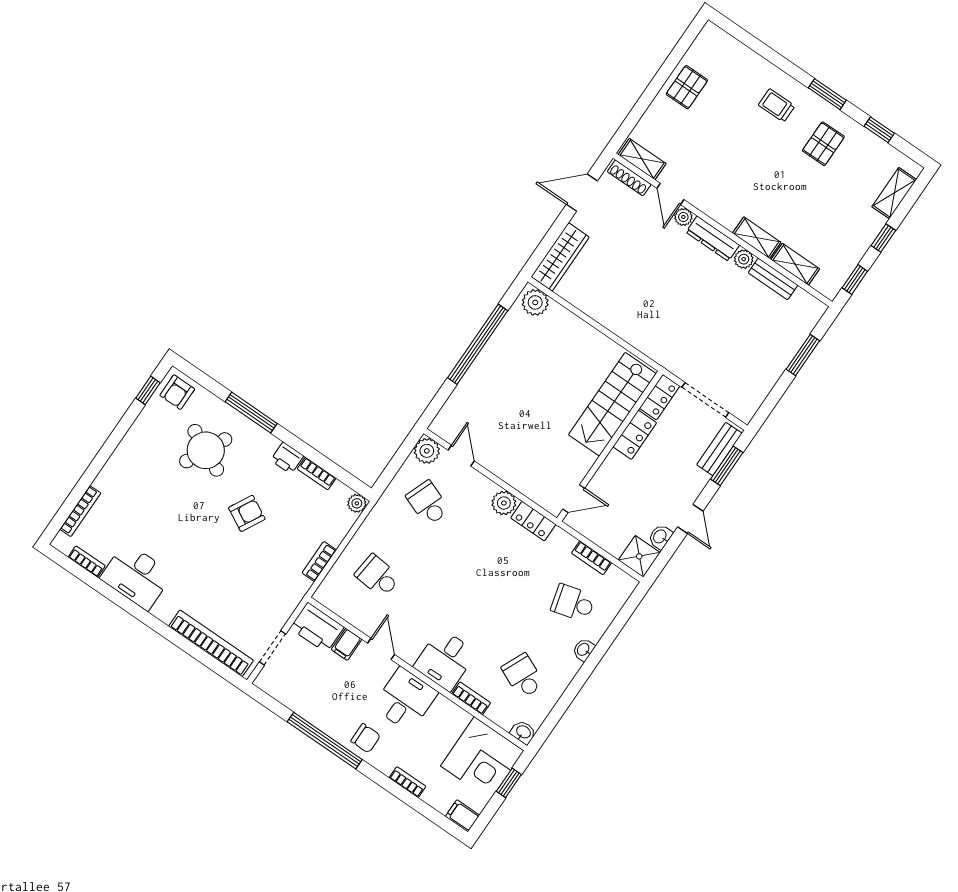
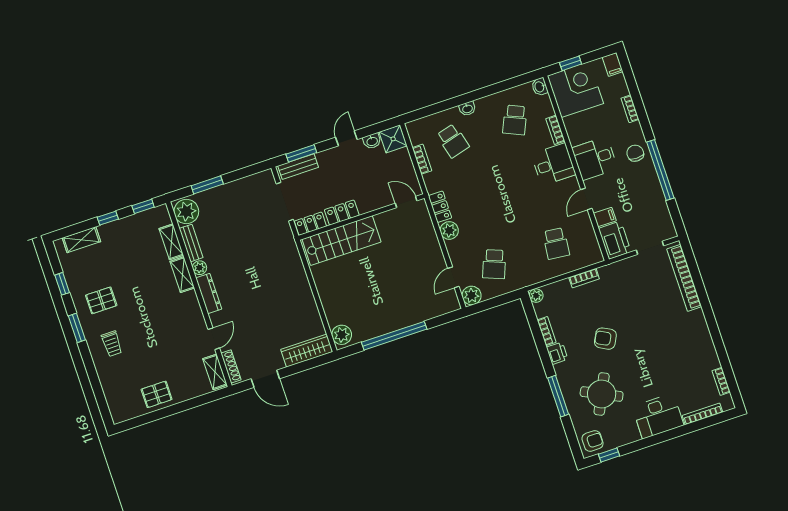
plant: (683, 217) -> (186, 211), moved, width x1.88, depth x1.88
desk: (136, 576) -> (658, 416), moved, turned 90

